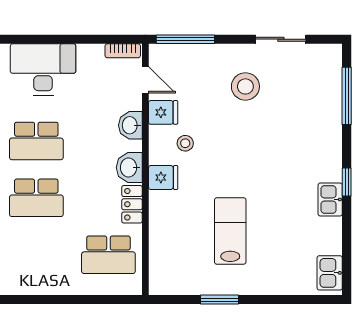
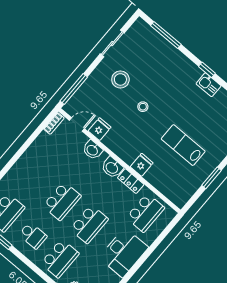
desk: (43, 69) -> (124, 252), moved, turned 180
stool: (185, 143) -> (143, 107), moved
fridge: (163, 178) -> (142, 165), moved

